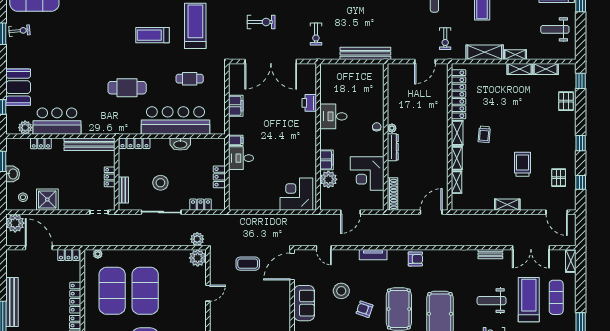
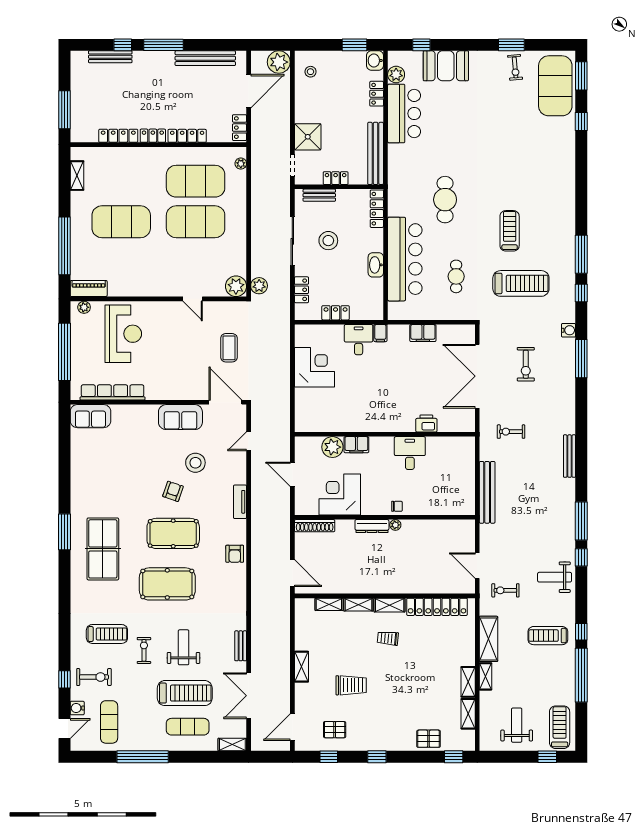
washbasin: (13, 174) -> (375, 61), moved, turned 90
corner desk: (296, 194) -> (314, 367), moved
shower: (47, 200) -> (308, 137), moved
bench: (12, 302) -> (205, 58), moved

